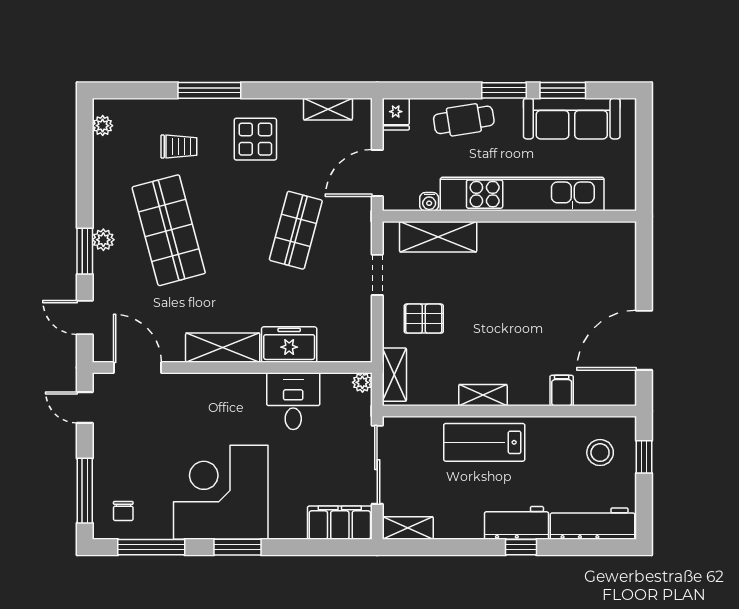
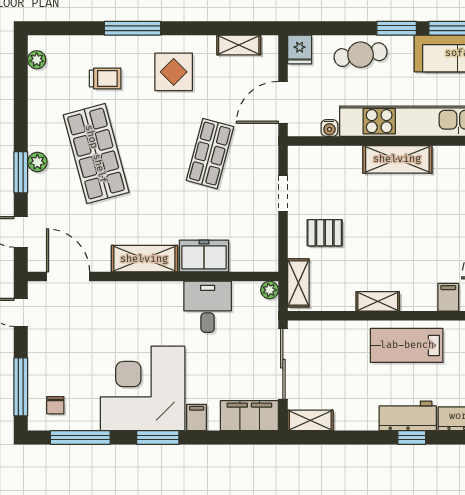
shelving: (438, 237) -> (397, 159), moved
lab bench: (484, 442) -> (407, 345), moved
filing cabinet: (281, 525) -> (197, 417), added

